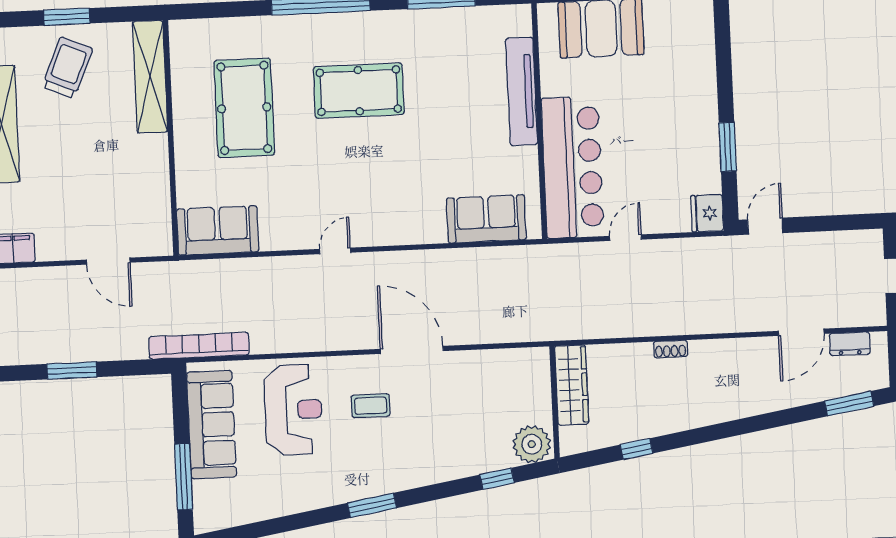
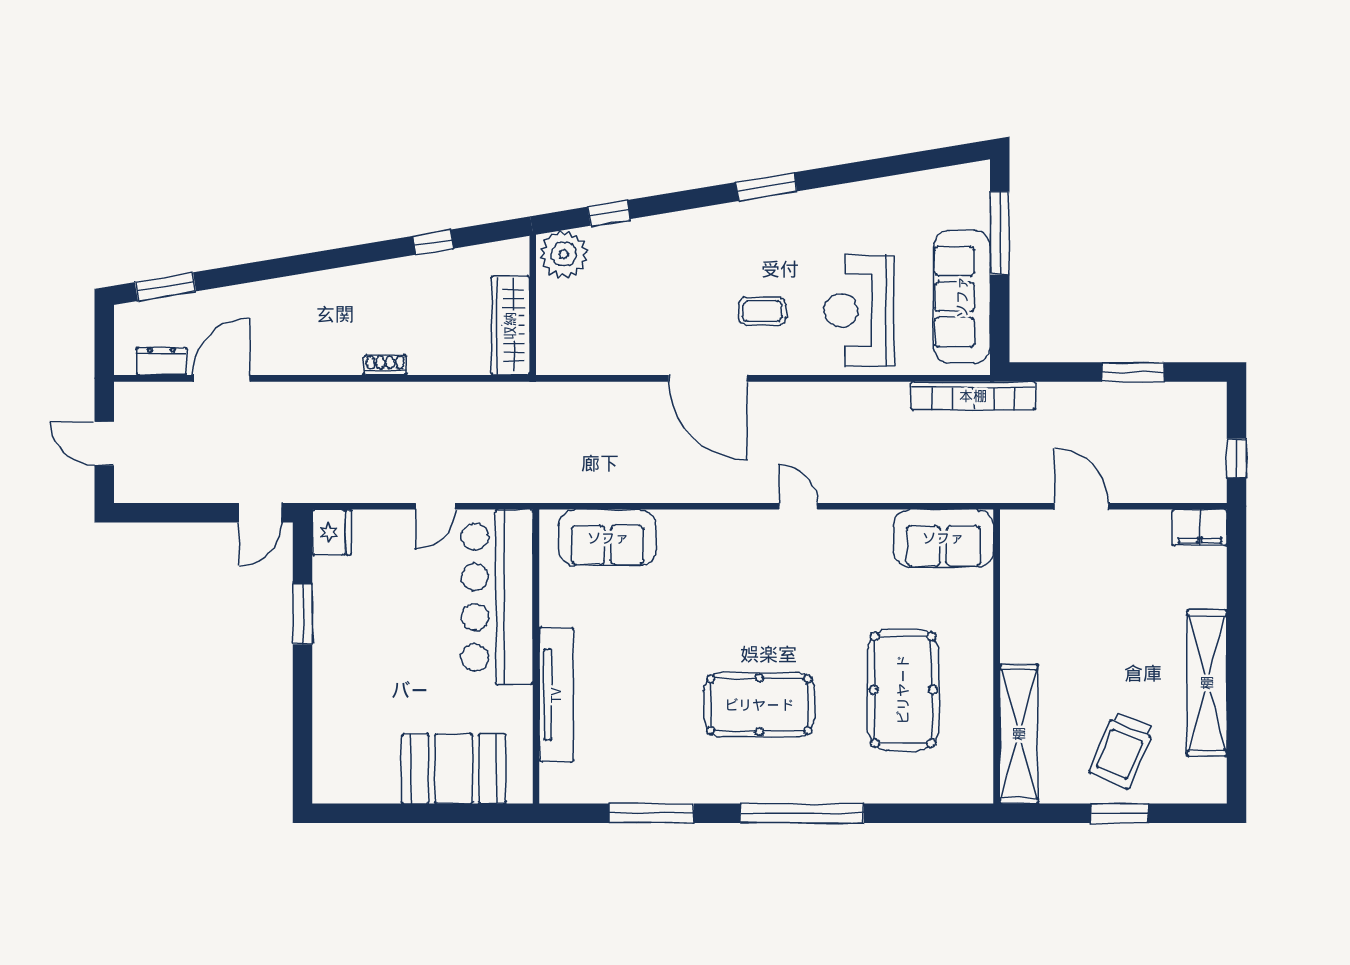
door: (335, 251) -> (798, 506), swing flipped

